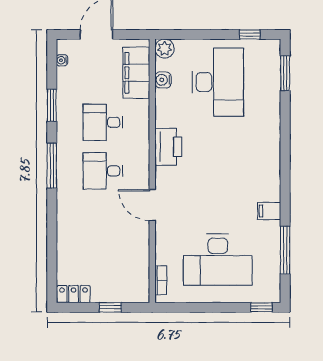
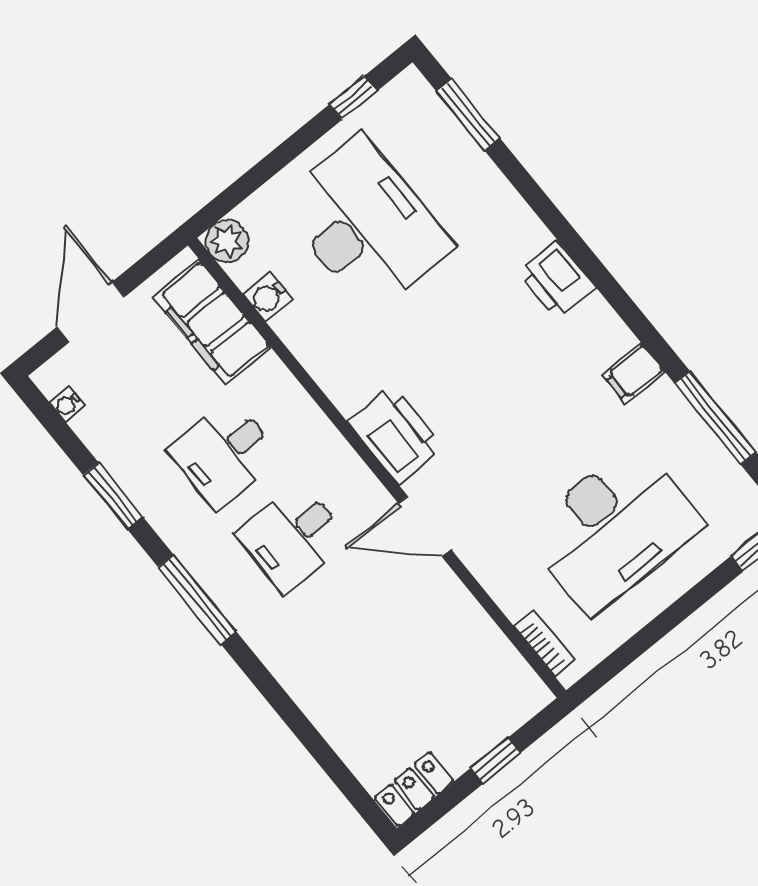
printer: (168, 147) -> (396, 435), moved
printer: (269, 156) -> (557, 280), added

